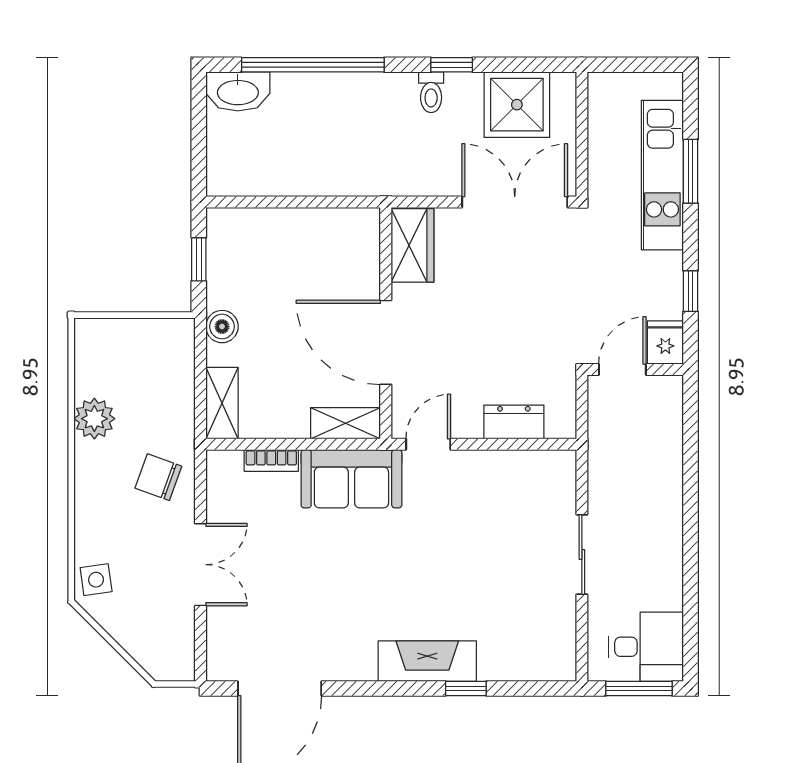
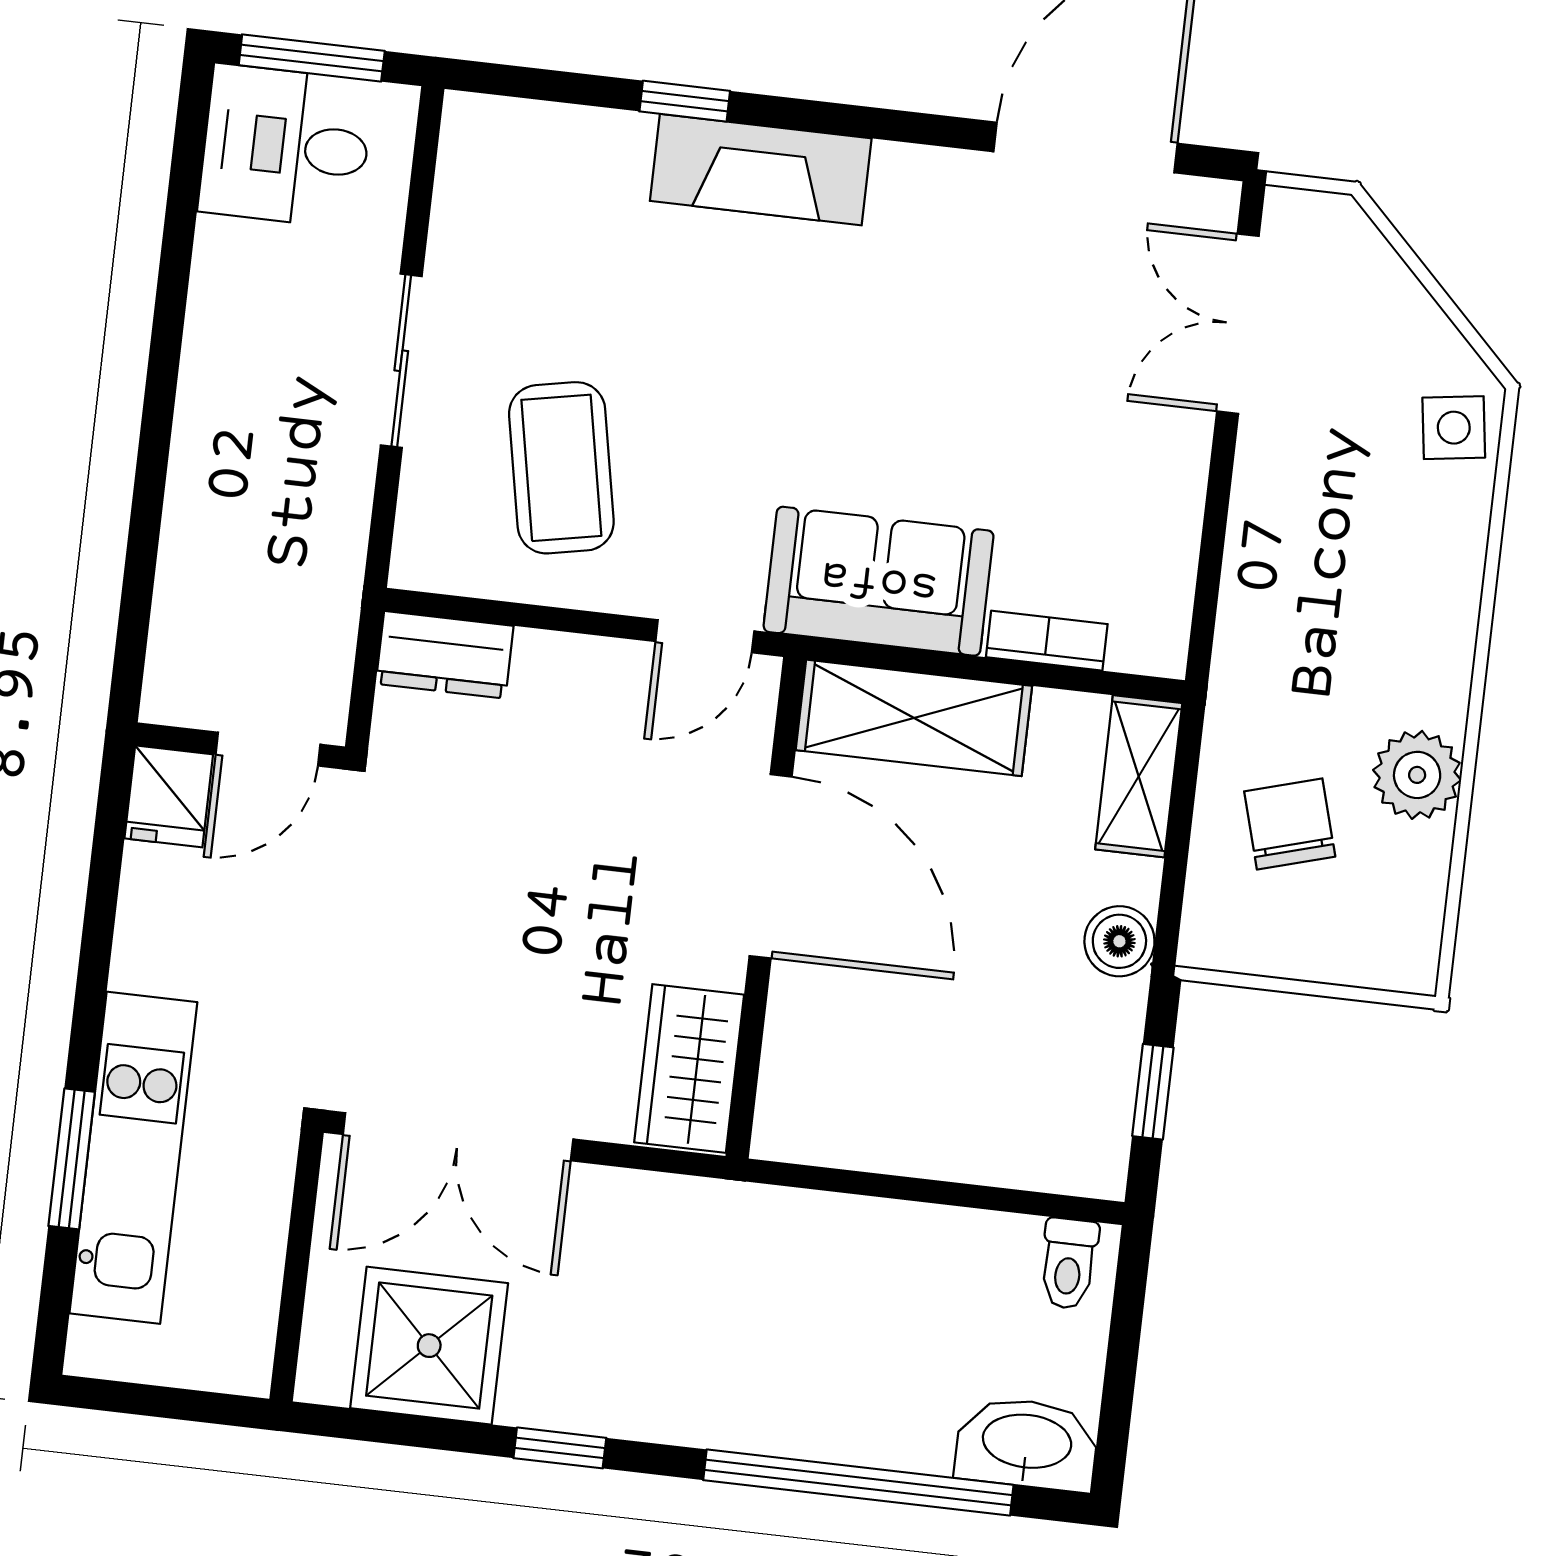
toilet: (431, 92) -> (1069, 1264), moved, turned 180
window: (691, 291) -> (102, 901), removed
dresser: (514, 422) -> (445, 655), moved
shelving: (346, 423) -> (914, 718), width x1.50, depth x1.33
chair: (158, 477) -> (1290, 824), moved, turned -126
coffee table: (503, 514) -> (561, 468), added
double door: (200, 565) -> (1238, 324), moved

